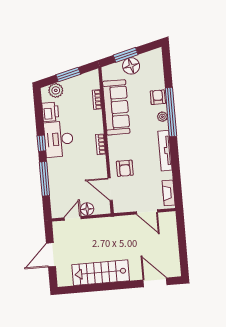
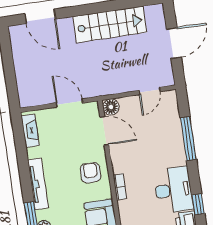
window: (41, 143) -> (198, 204), moved
armchair: (125, 168) -> (91, 173), moved
floor lamp: (87, 209) -> (111, 107), moved
door: (147, 212) -> (69, 103), moved

